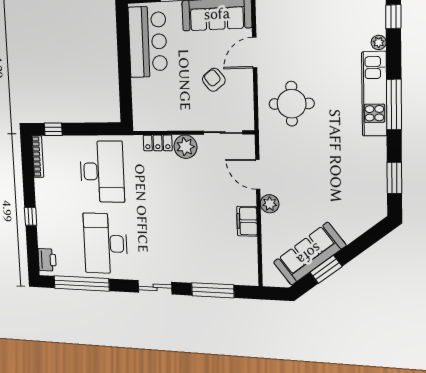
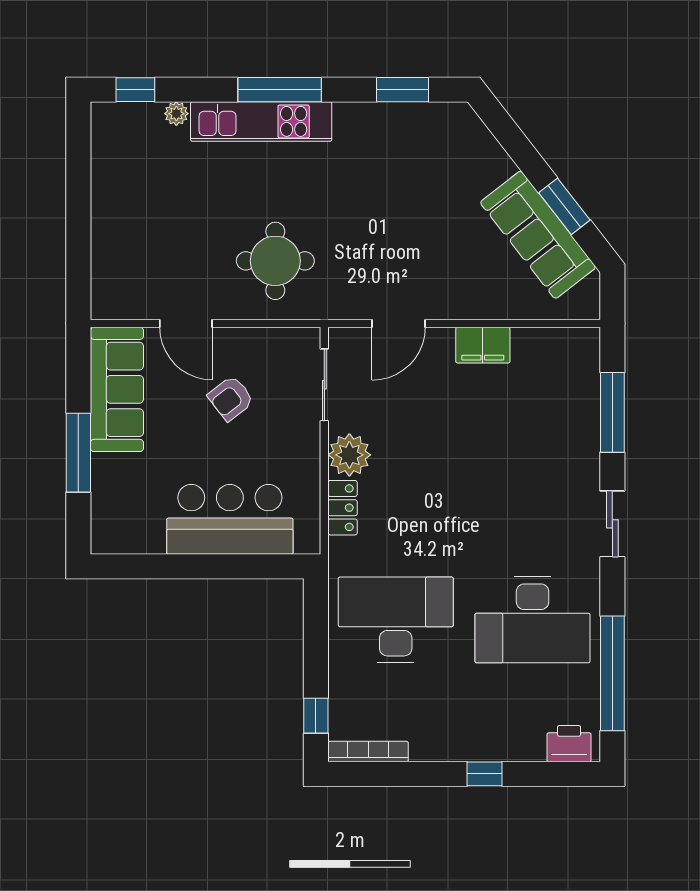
bar counter: (148, 42) -> (230, 519), moved
plant: (270, 204) -> (451, 303), removed

